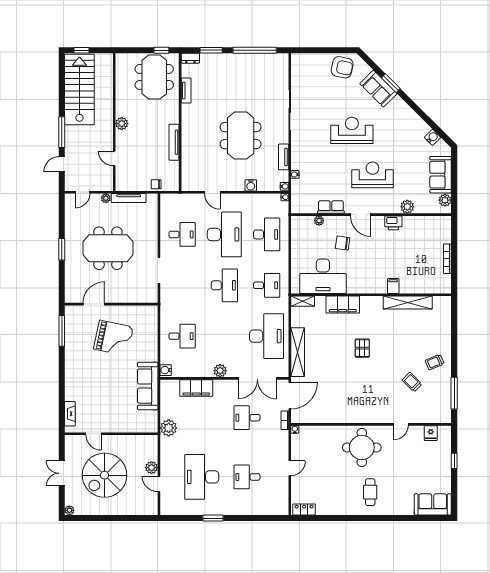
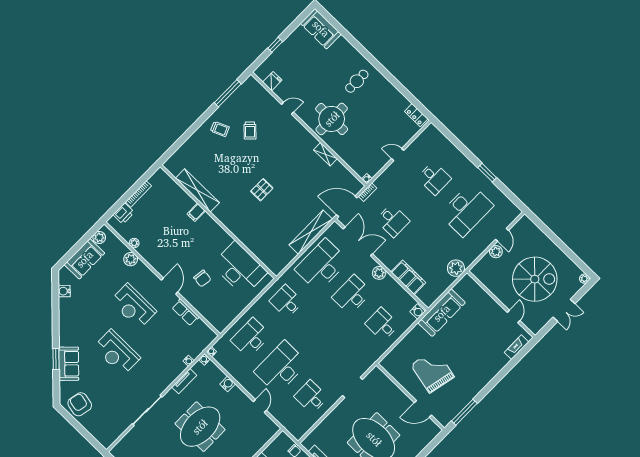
plant: (319, 221) -> (134, 243), moved
printer: (393, 223) -> (124, 214), moved, turned 90
desk: (224, 285) -> (352, 295), moved
shelving: (303, 301) -> (325, 154), moved
filing cabinet: (343, 305) -> (245, 234), removed

